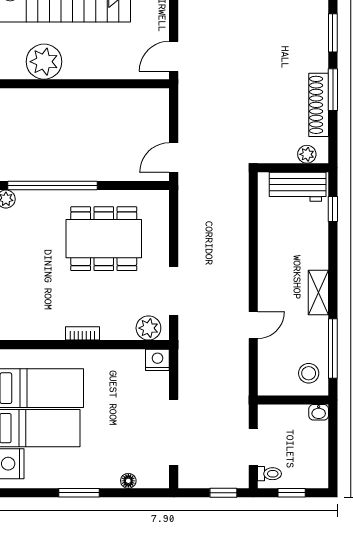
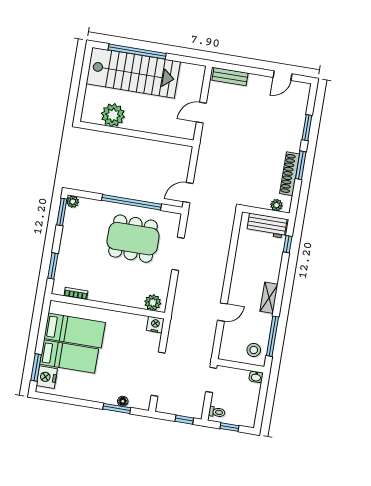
door: (174, 56) -> (201, 113), moved
window: (52, 185) -> (132, 202), moved
doorway: (174, 291) -> (178, 254), moved
bookcase: (82, 333) -> (76, 294), moved
doorway: (253, 447) -> (211, 380), moved
window: (79, 493) -> (117, 408), moved

